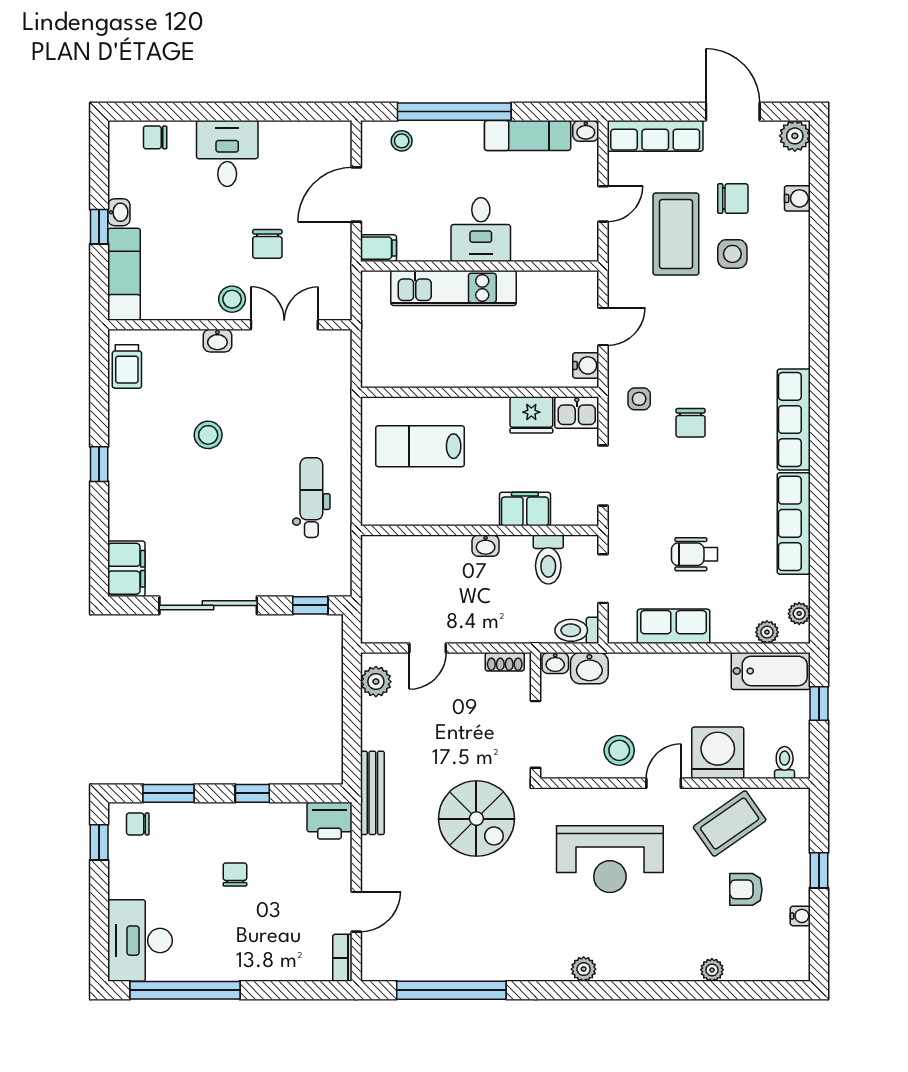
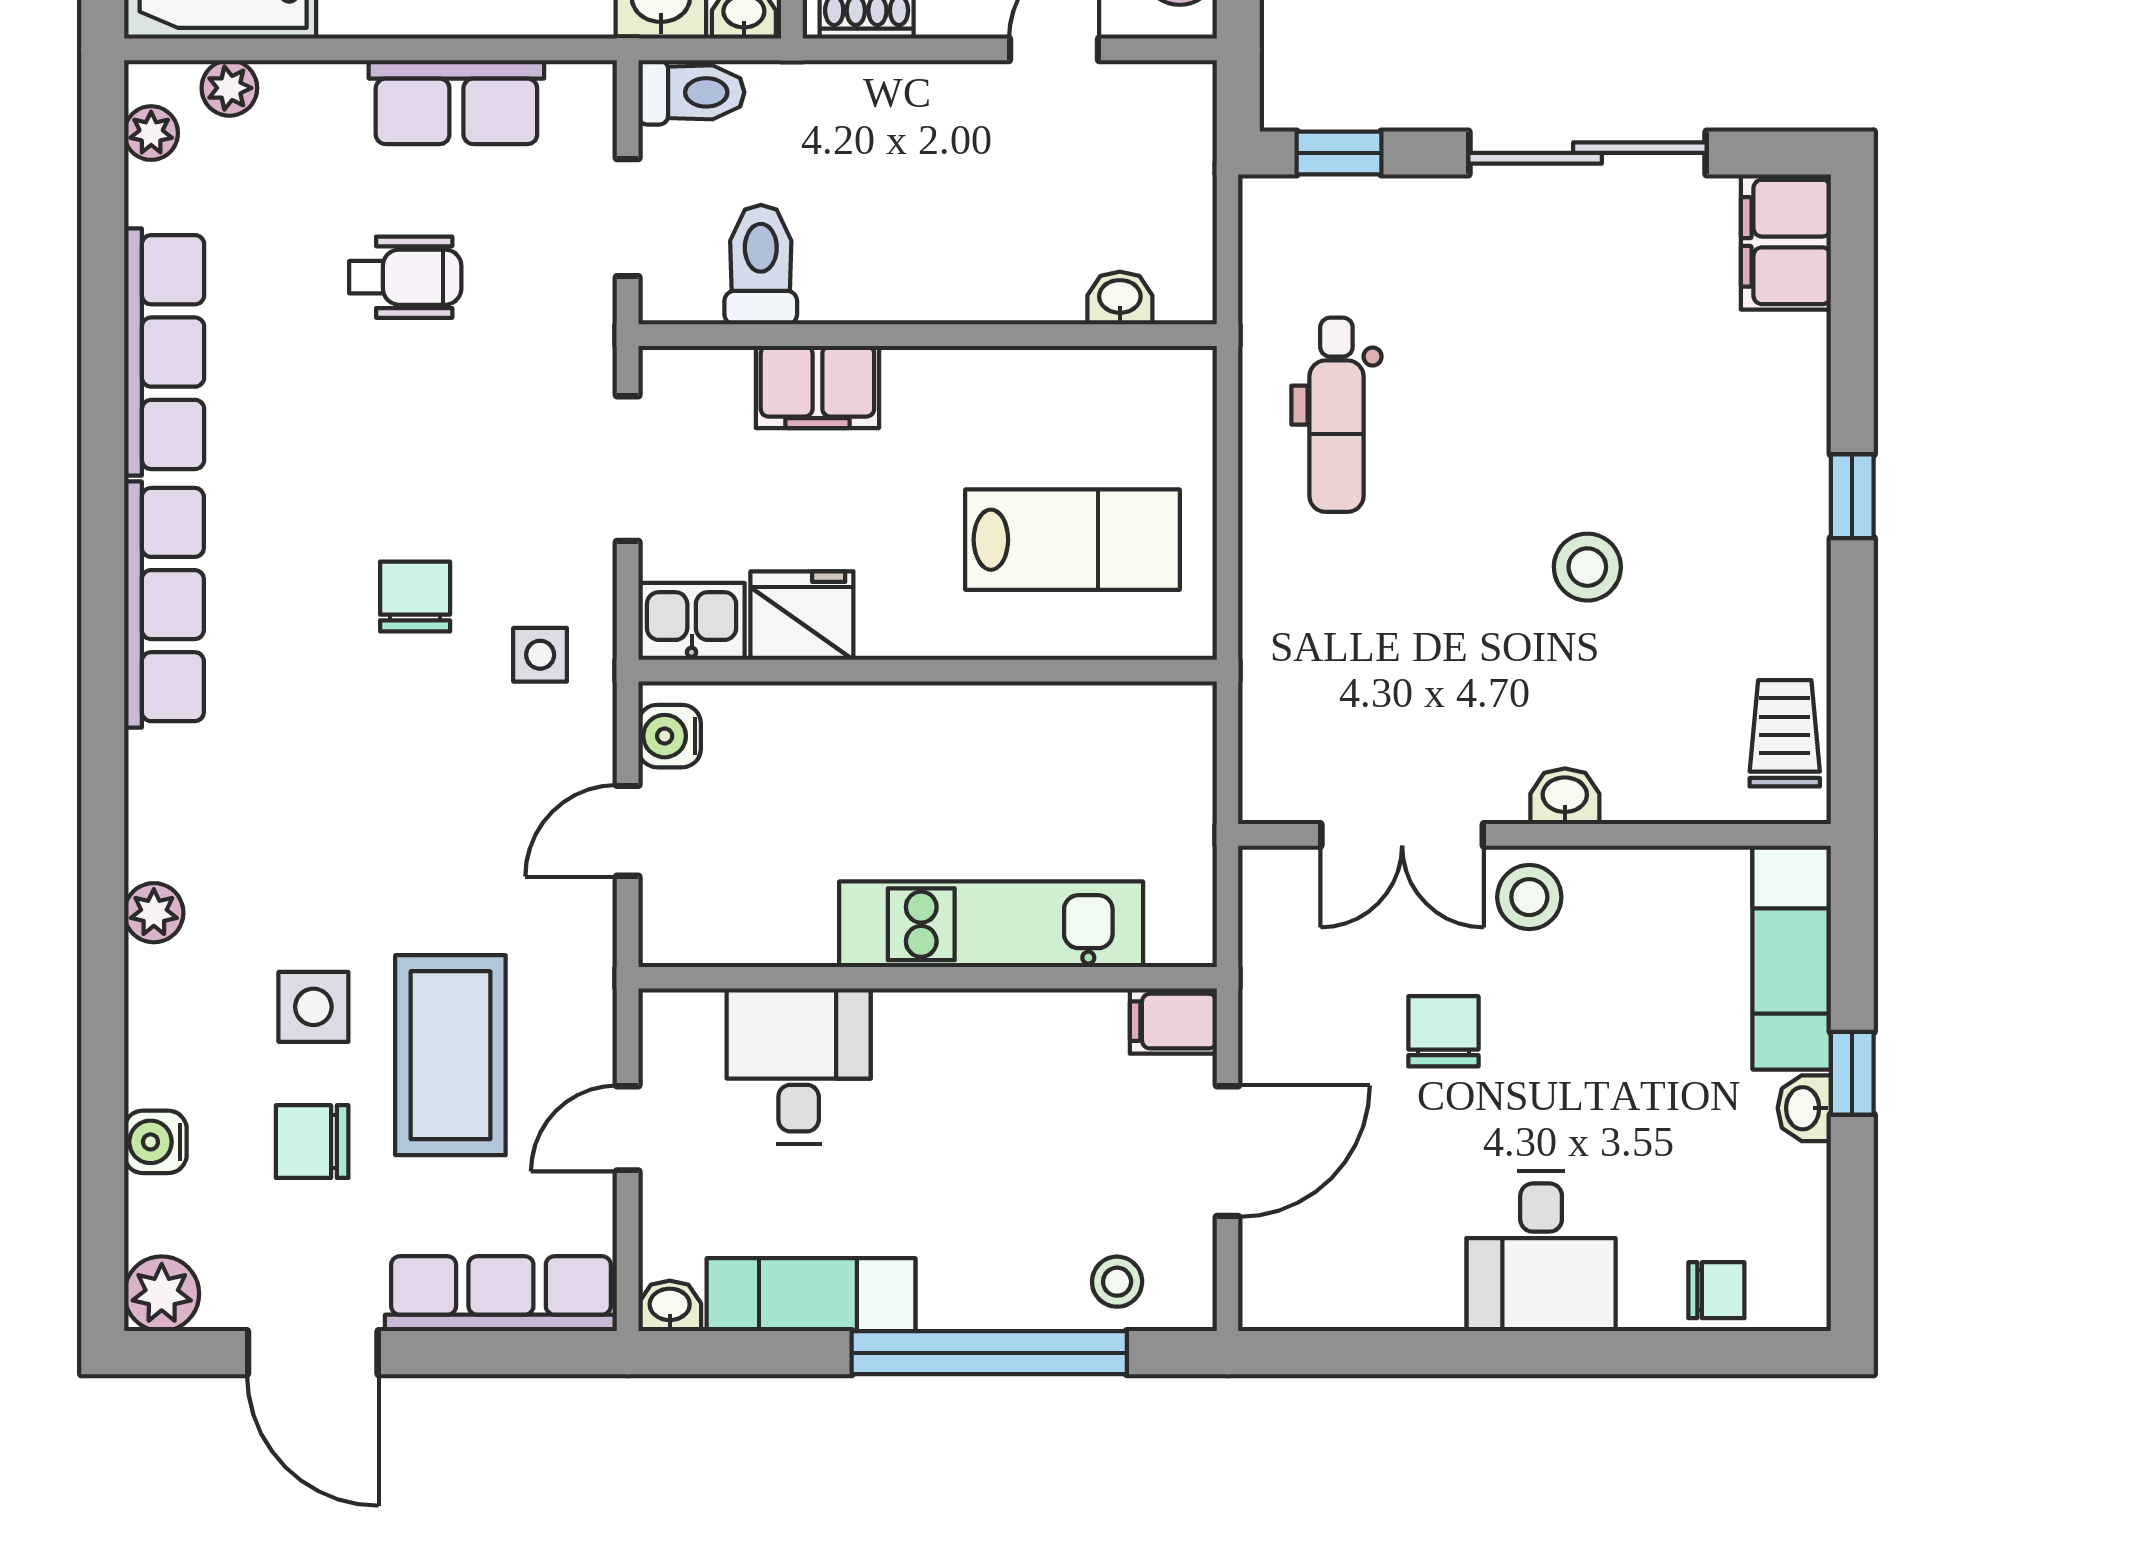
desk: (481, 230) -> (799, 1066), moved
plant: (798, 293) -> (154, 913), added
washbasin: (486, 546) -> (1120, 298), moved

